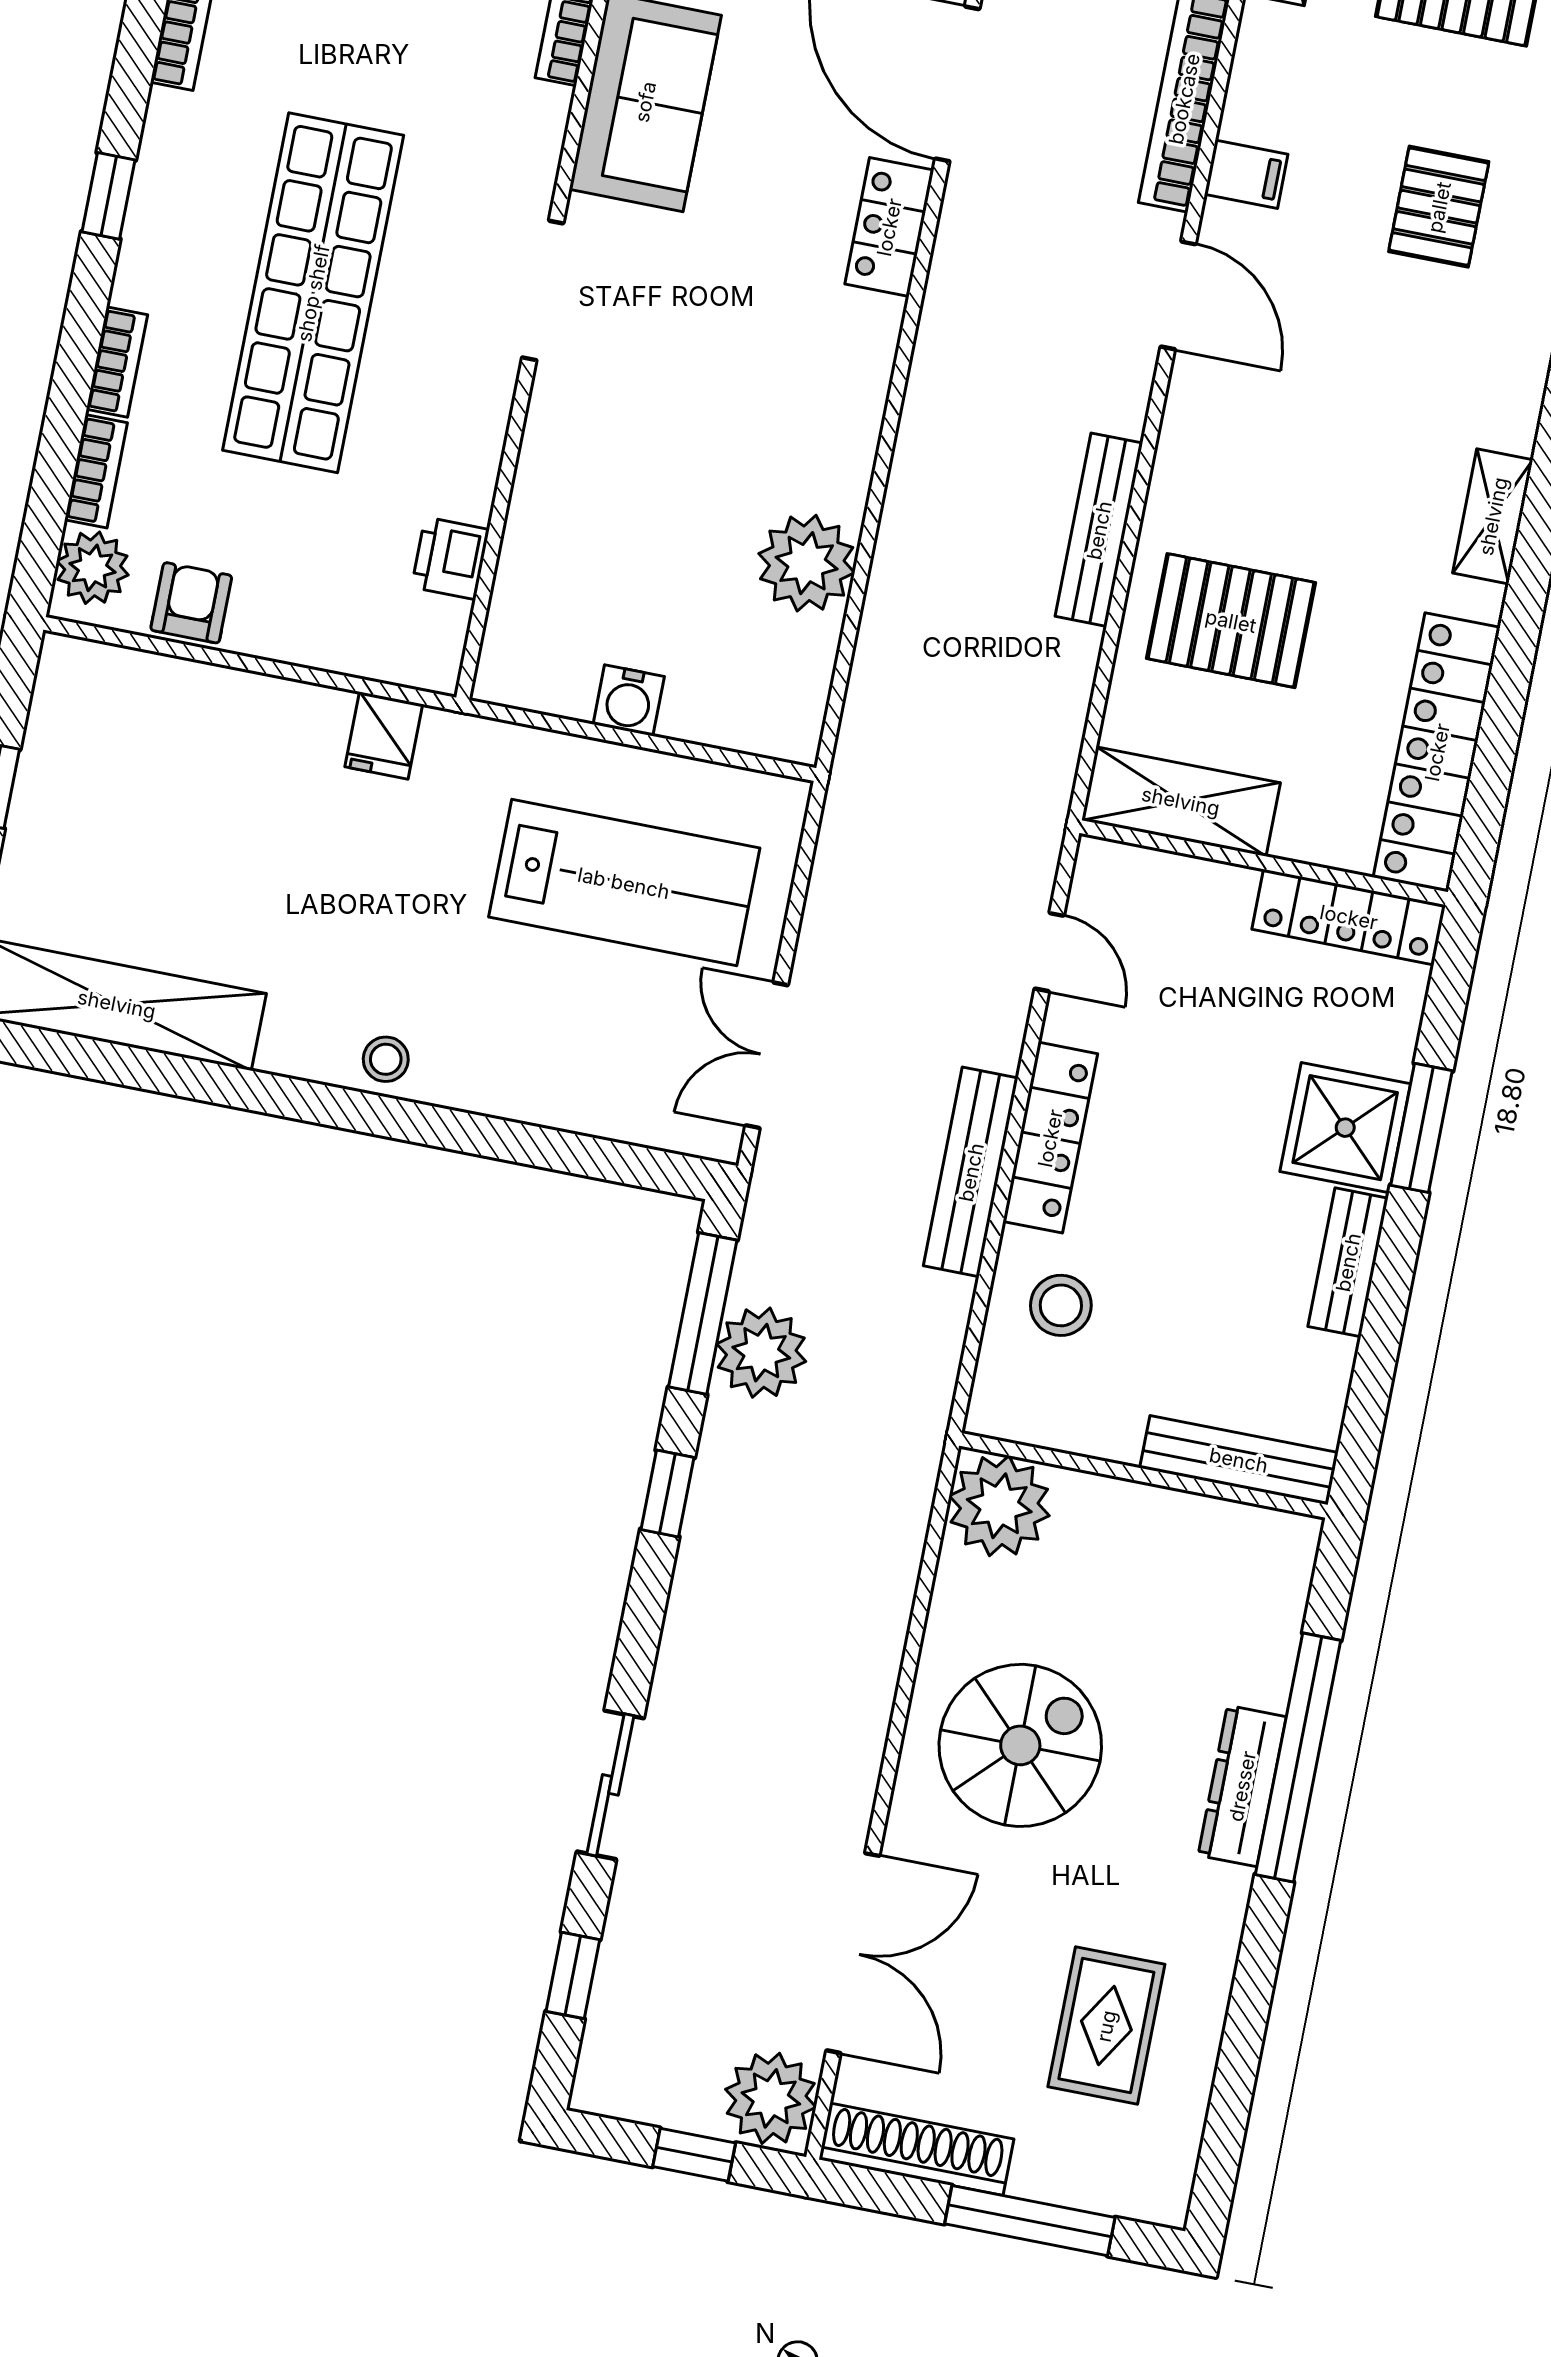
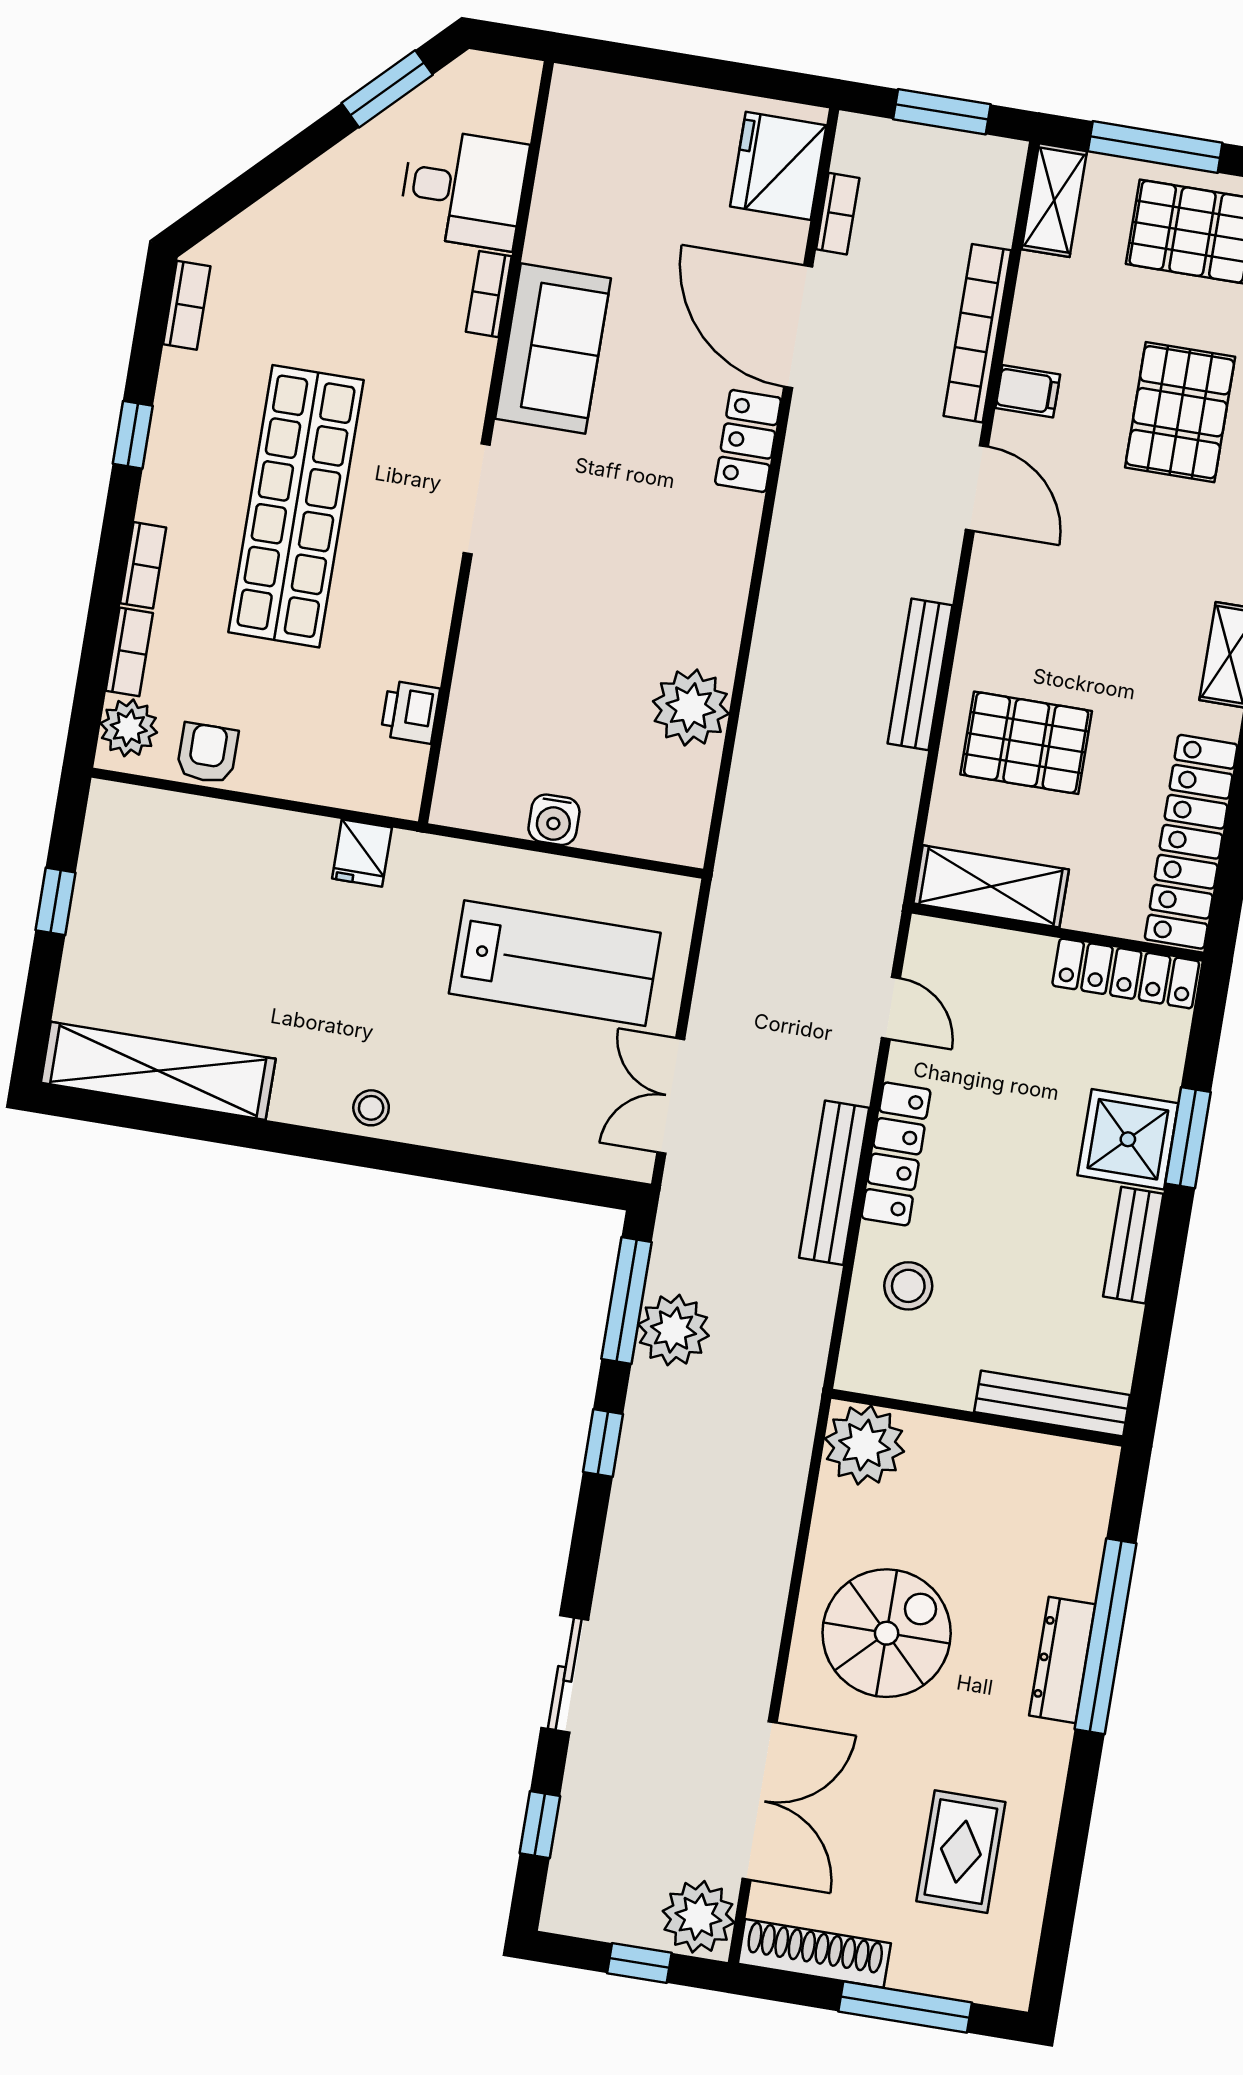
pallet: (1439, 207) -> (1180, 412), width x1.50, depth x1.42

